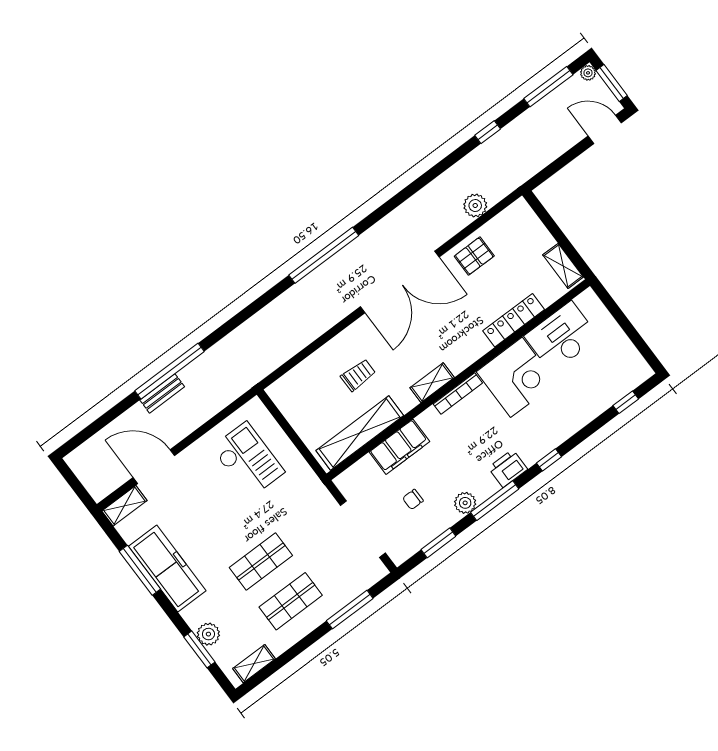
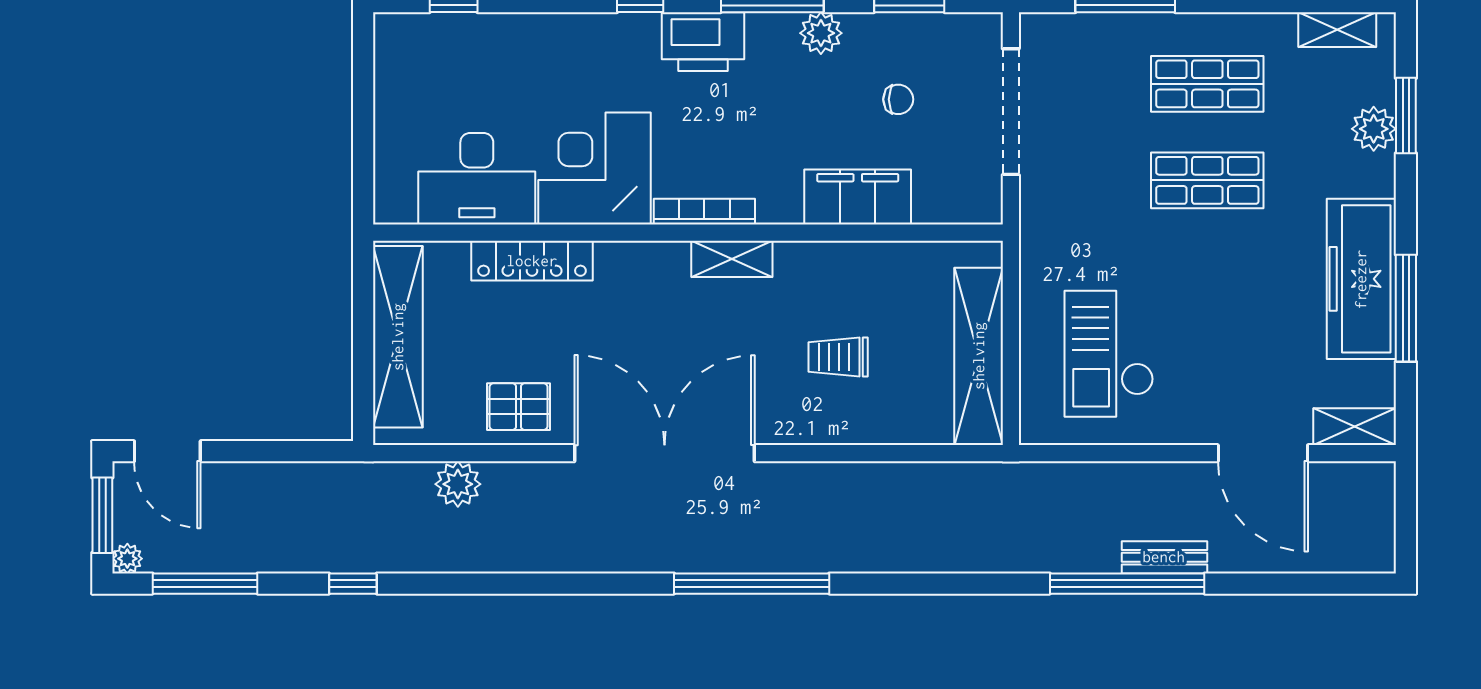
shelving: (563, 266) -> (398, 337), width x2.20, depth x1.33
shelving: (360, 433) -> (979, 356), moved, turned 90
printer: (508, 468) -> (703, 42), width x1.37, depth x1.19

